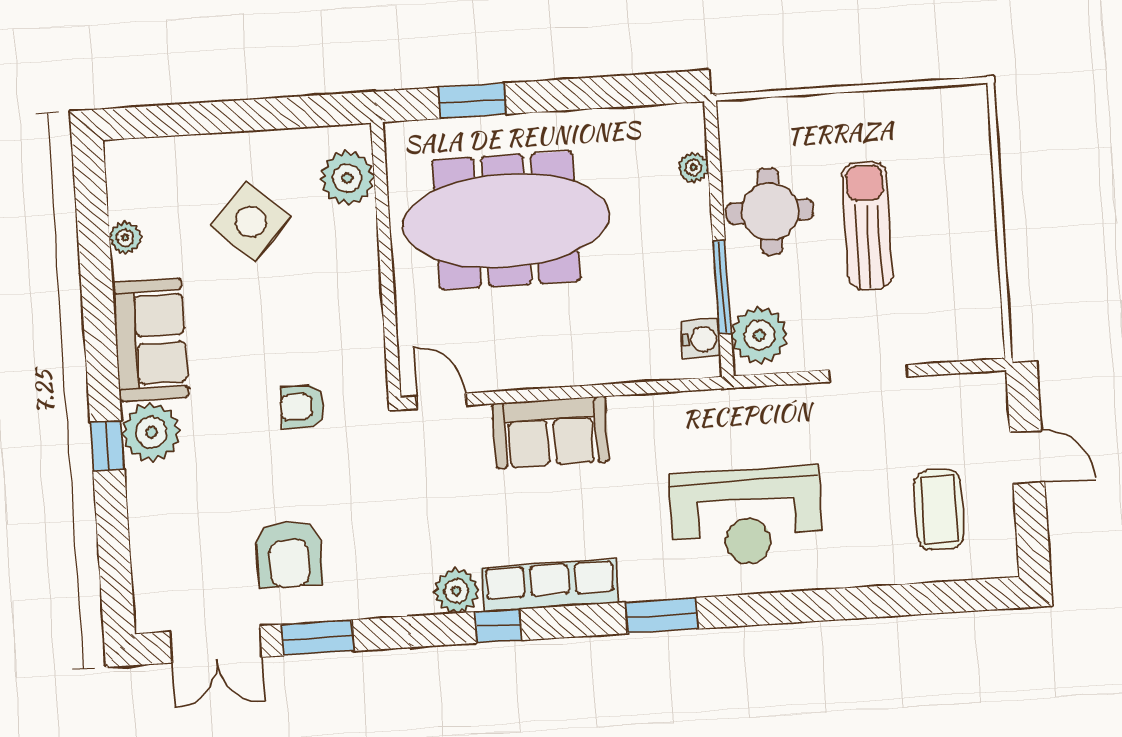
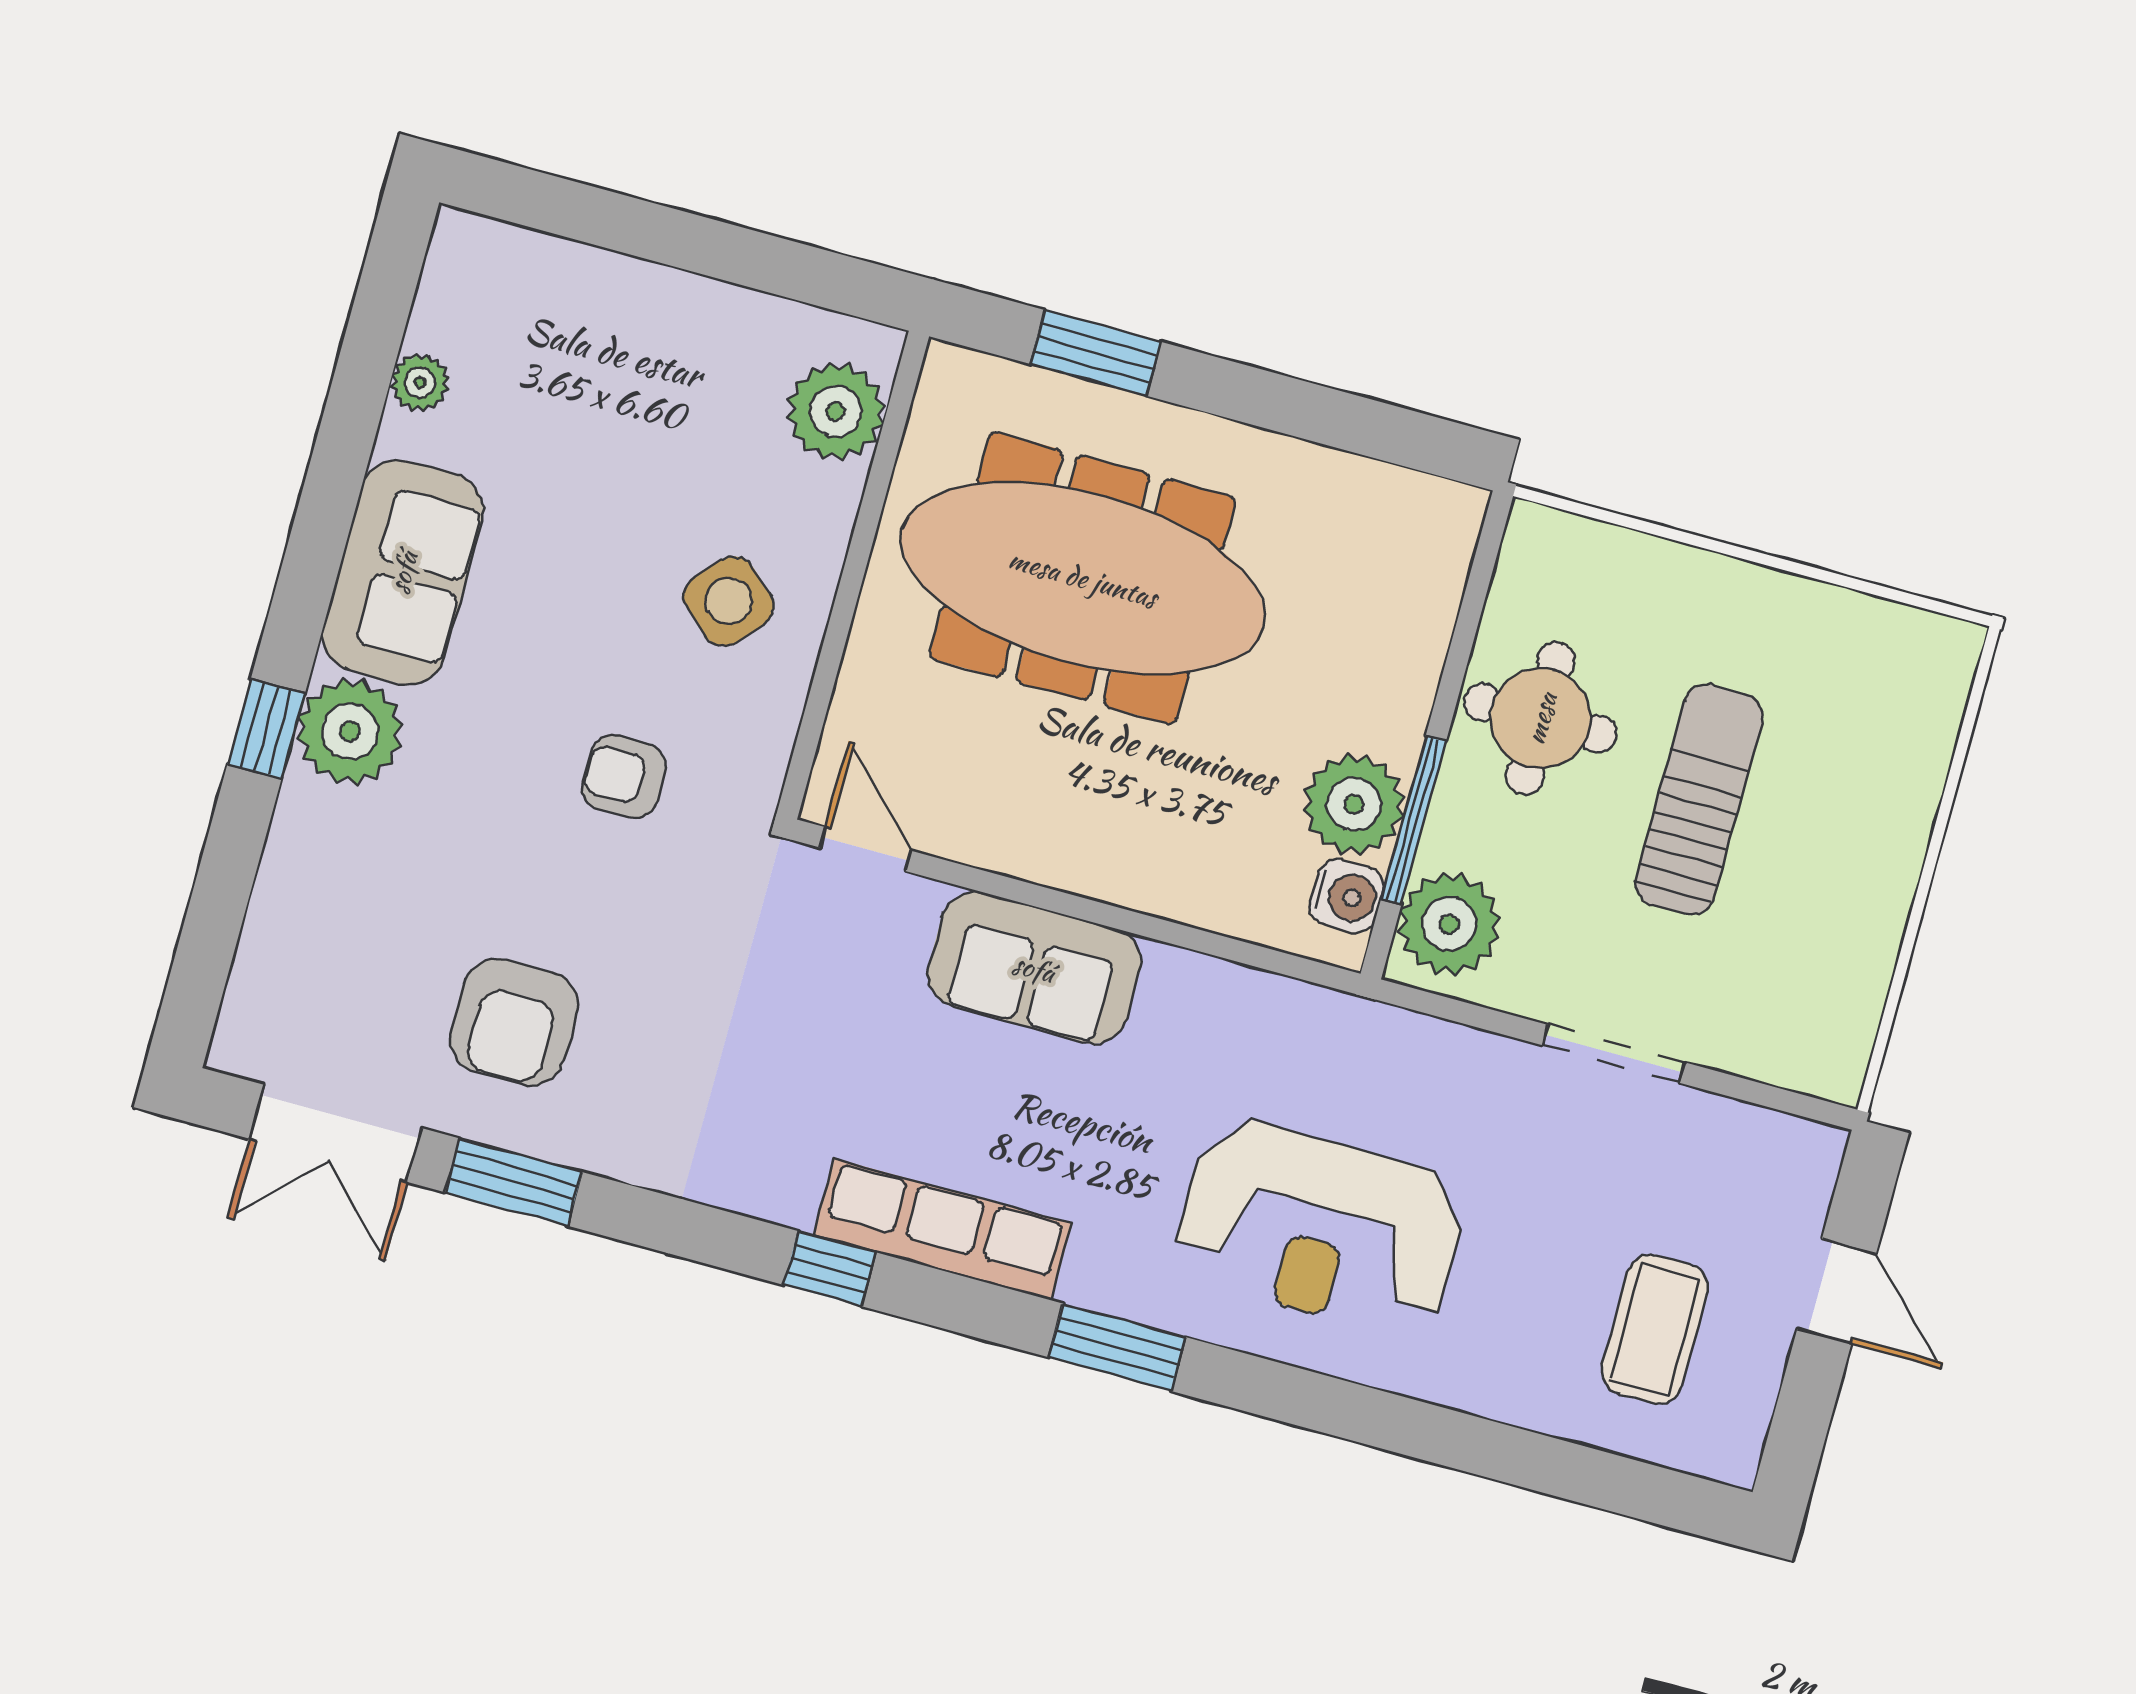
plant: (693, 168) -> (1354, 804), moved, width x1.88, depth x1.88
side table: (251, 221) -> (729, 601), moved, width x0.73, depth x0.73
plant: (456, 591) -> (779, 1184), removed

